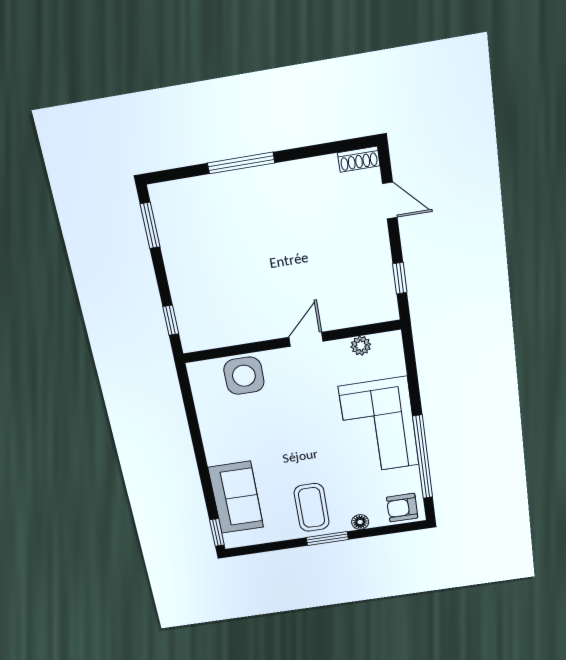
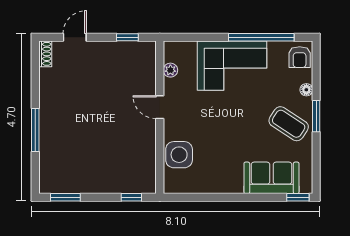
coffee table: (312, 507) -> (289, 124), turned 33

